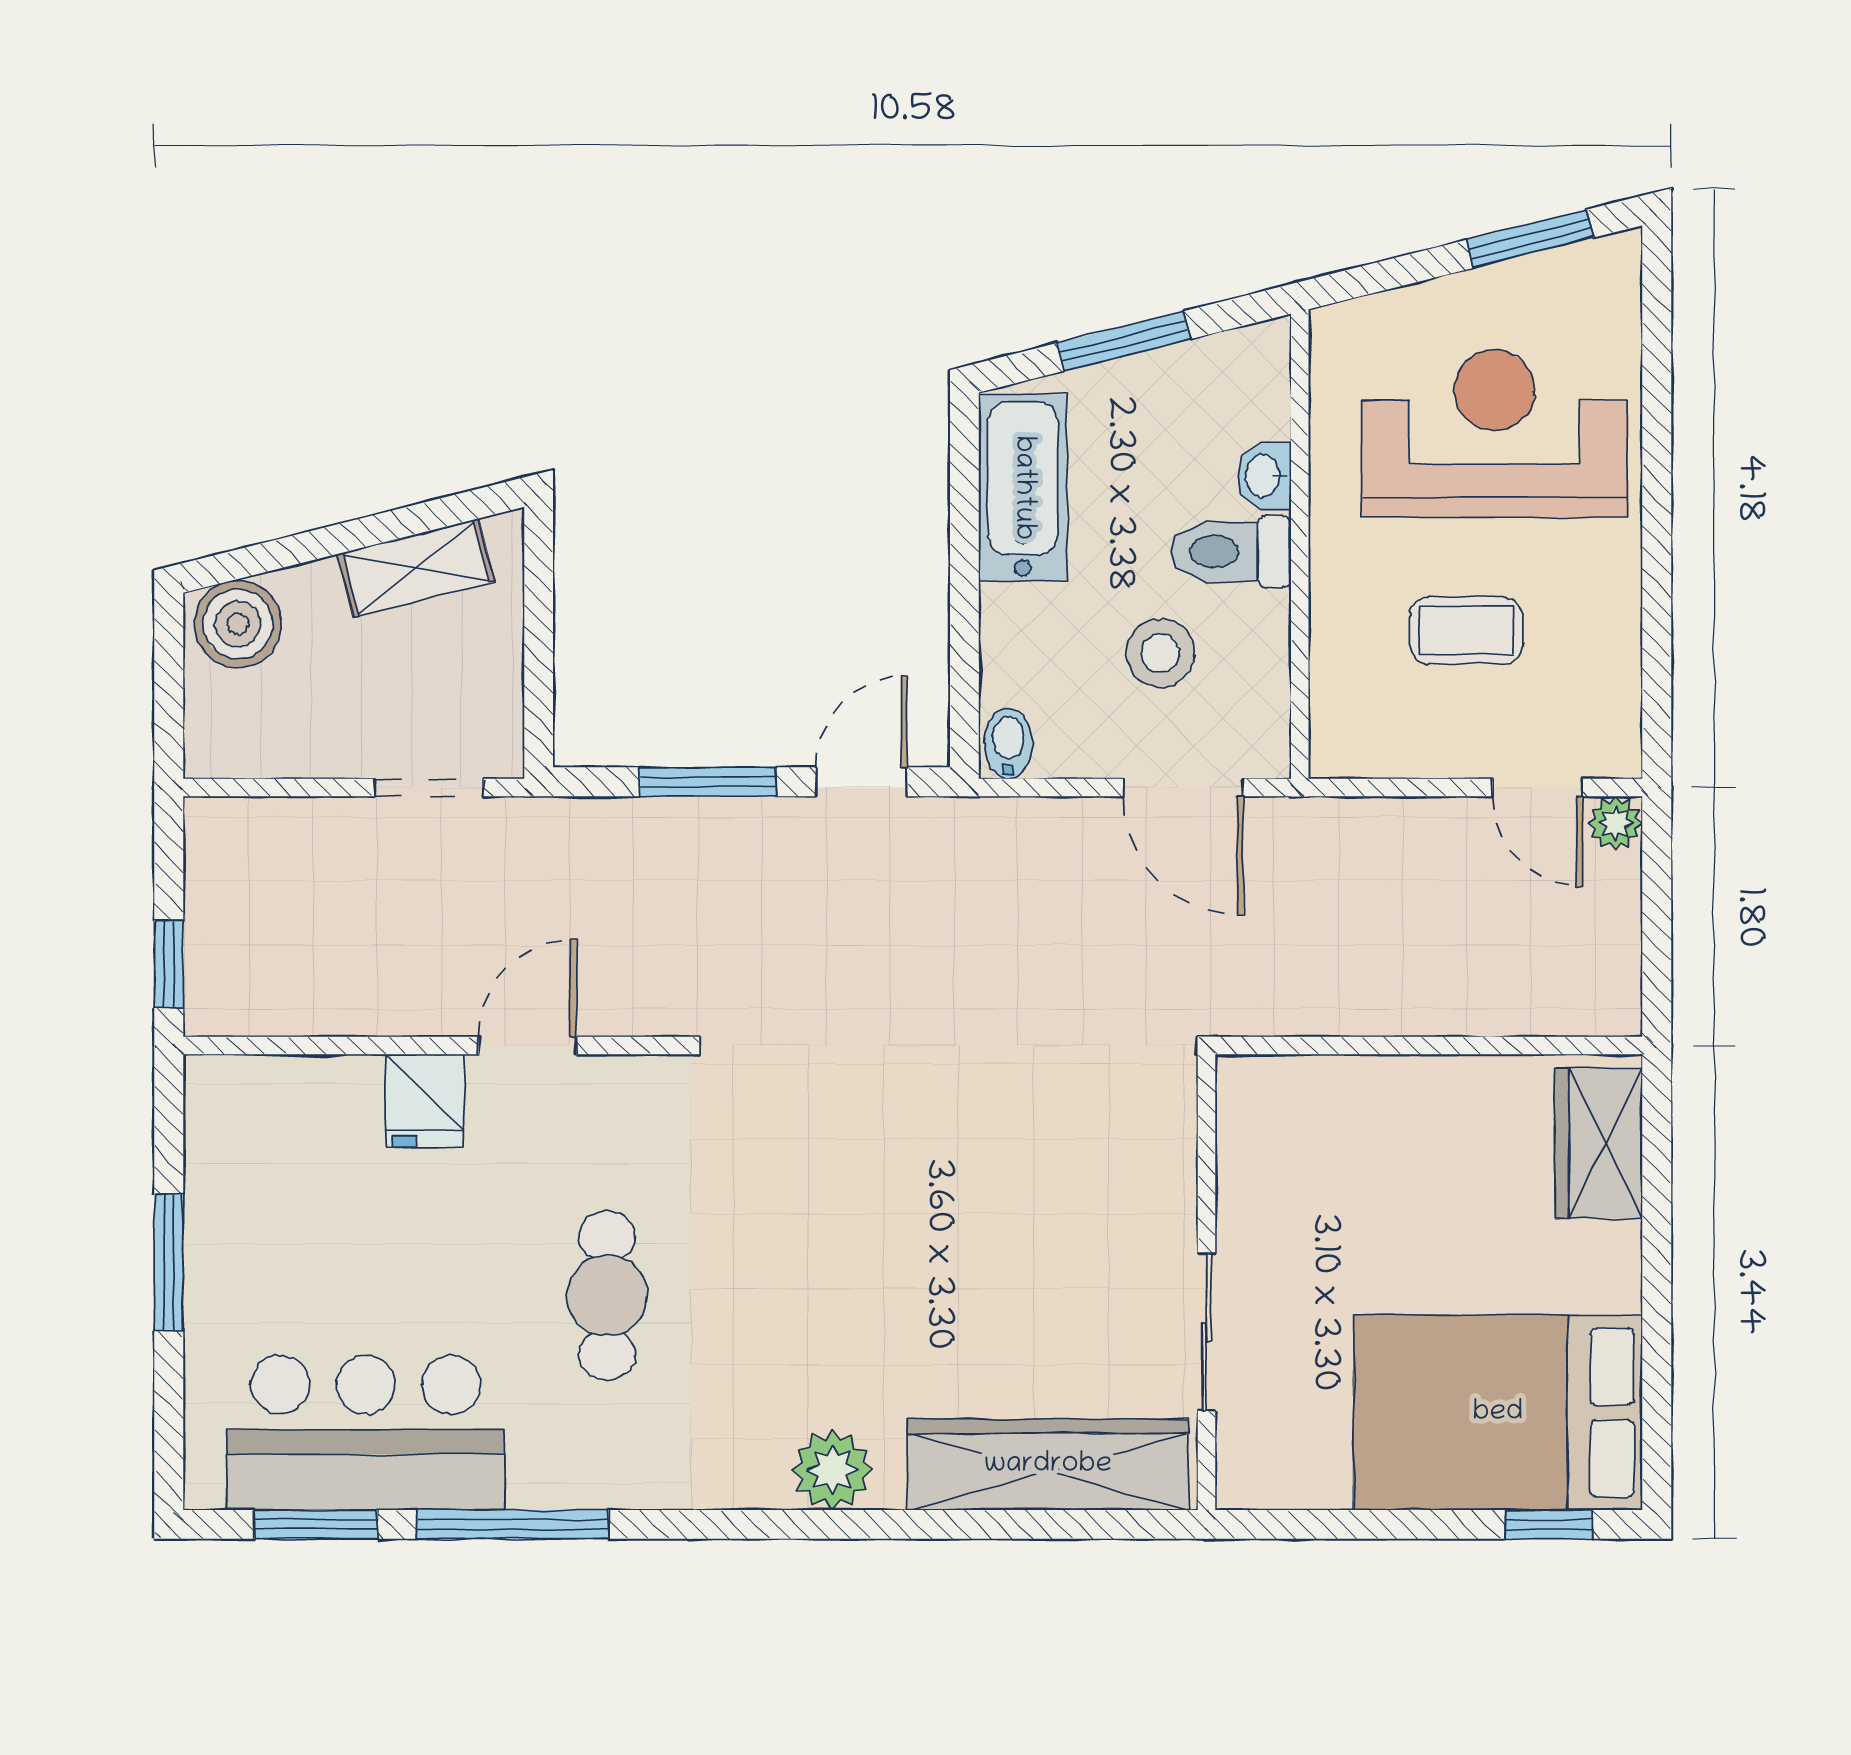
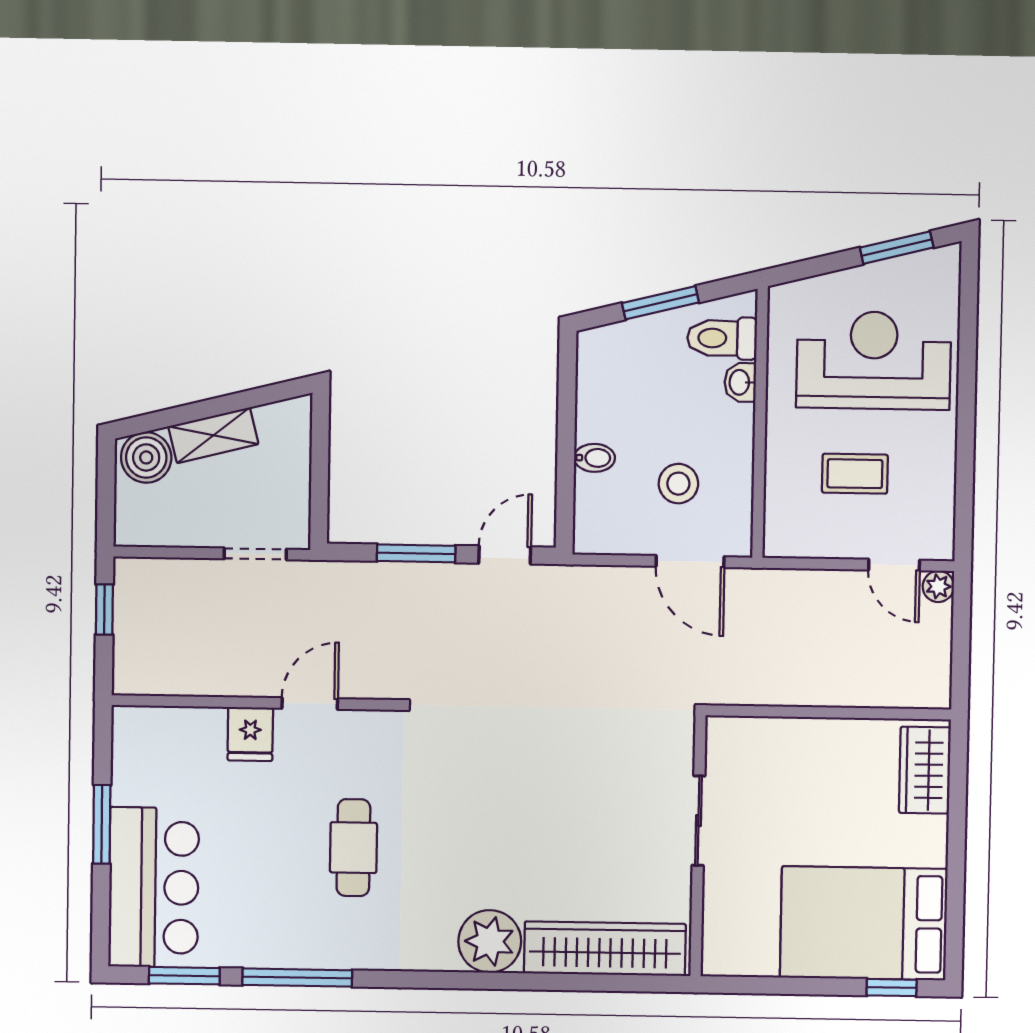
bathtub: (1023, 488) -> (601, 387), removed
toilet: (1231, 552) -> (722, 338), moved
shelving: (416, 568) -> (213, 435), moved
bidet: (1008, 743) -> (595, 458), moved, turned 90
window: (169, 964) -> (104, 610), moved
sliding door: (1207, 1332) -> (698, 821), moved
bar counter: (366, 1433) -> (154, 887), moved, turned 90
plant: (832, 1470) -> (490, 941), width x1.36, depth x1.36

